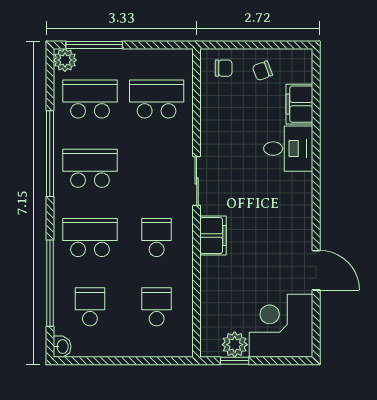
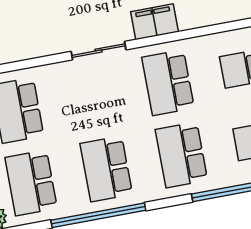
school desk: (157, 238) -> (168, 83), width x1.85

